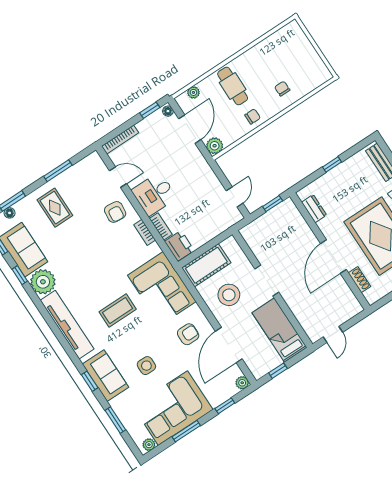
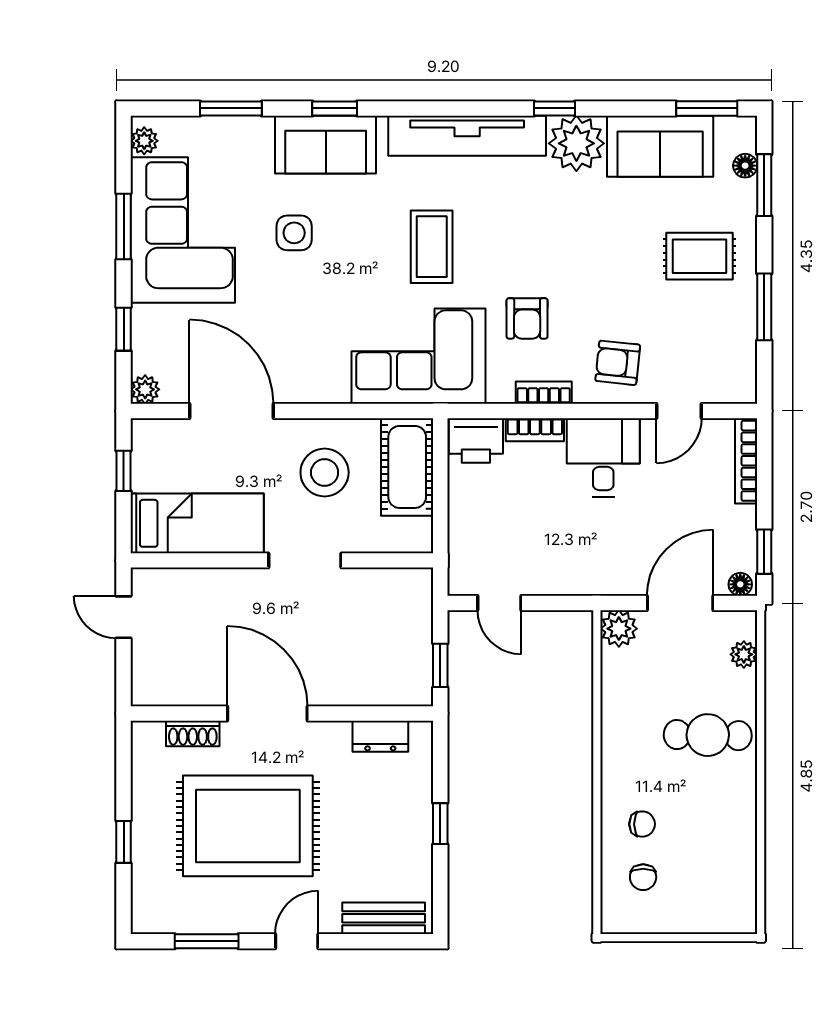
chair: (253, 116) -> (643, 877), moved
door: (190, 129) -> (680, 603), swing flipped
window: (20, 275) -> (555, 108), moved
armchair: (188, 334) -> (527, 318), moved

